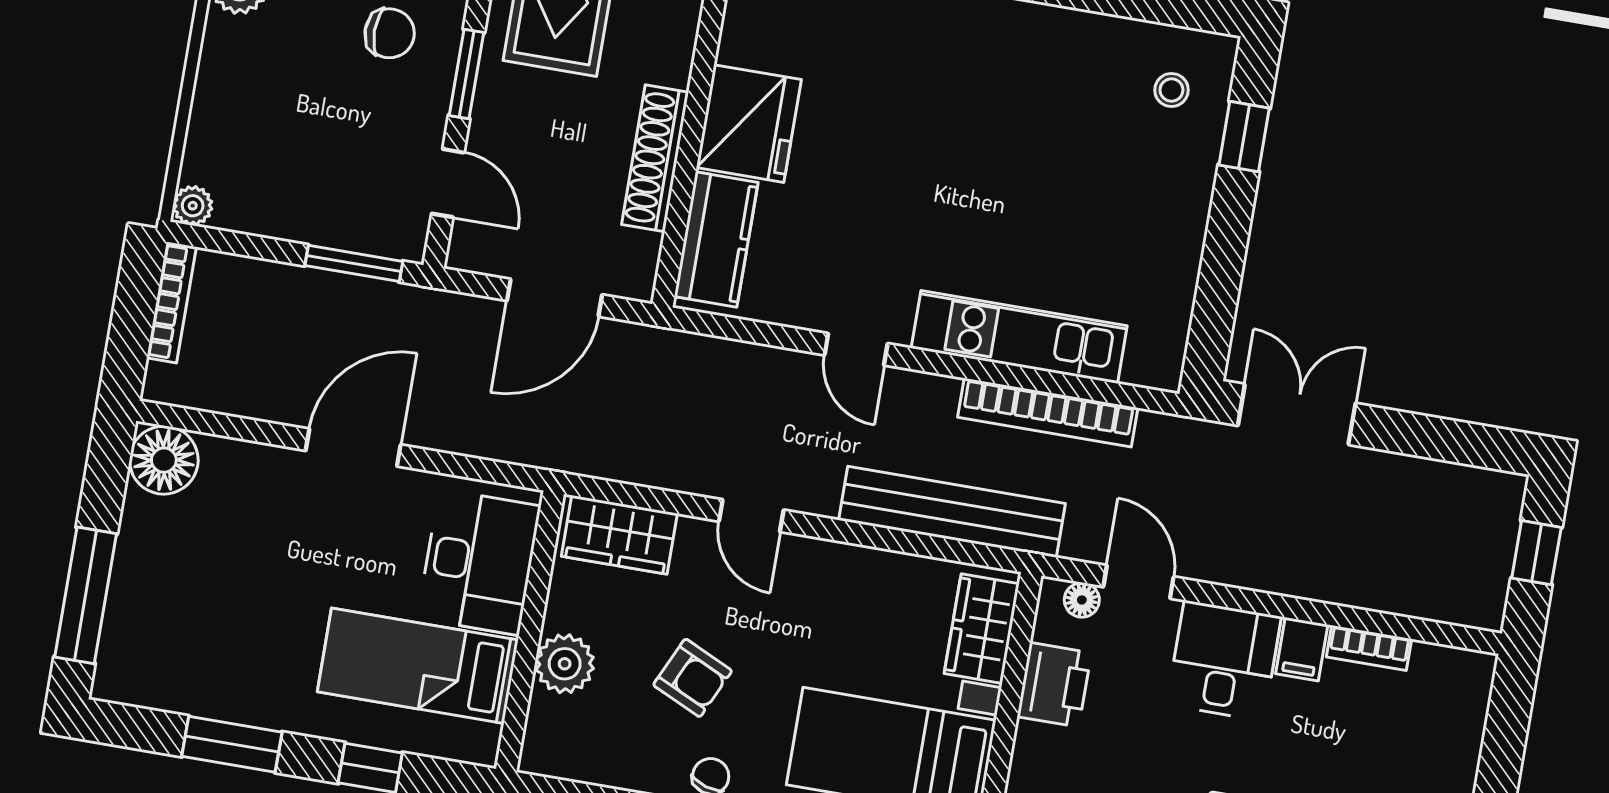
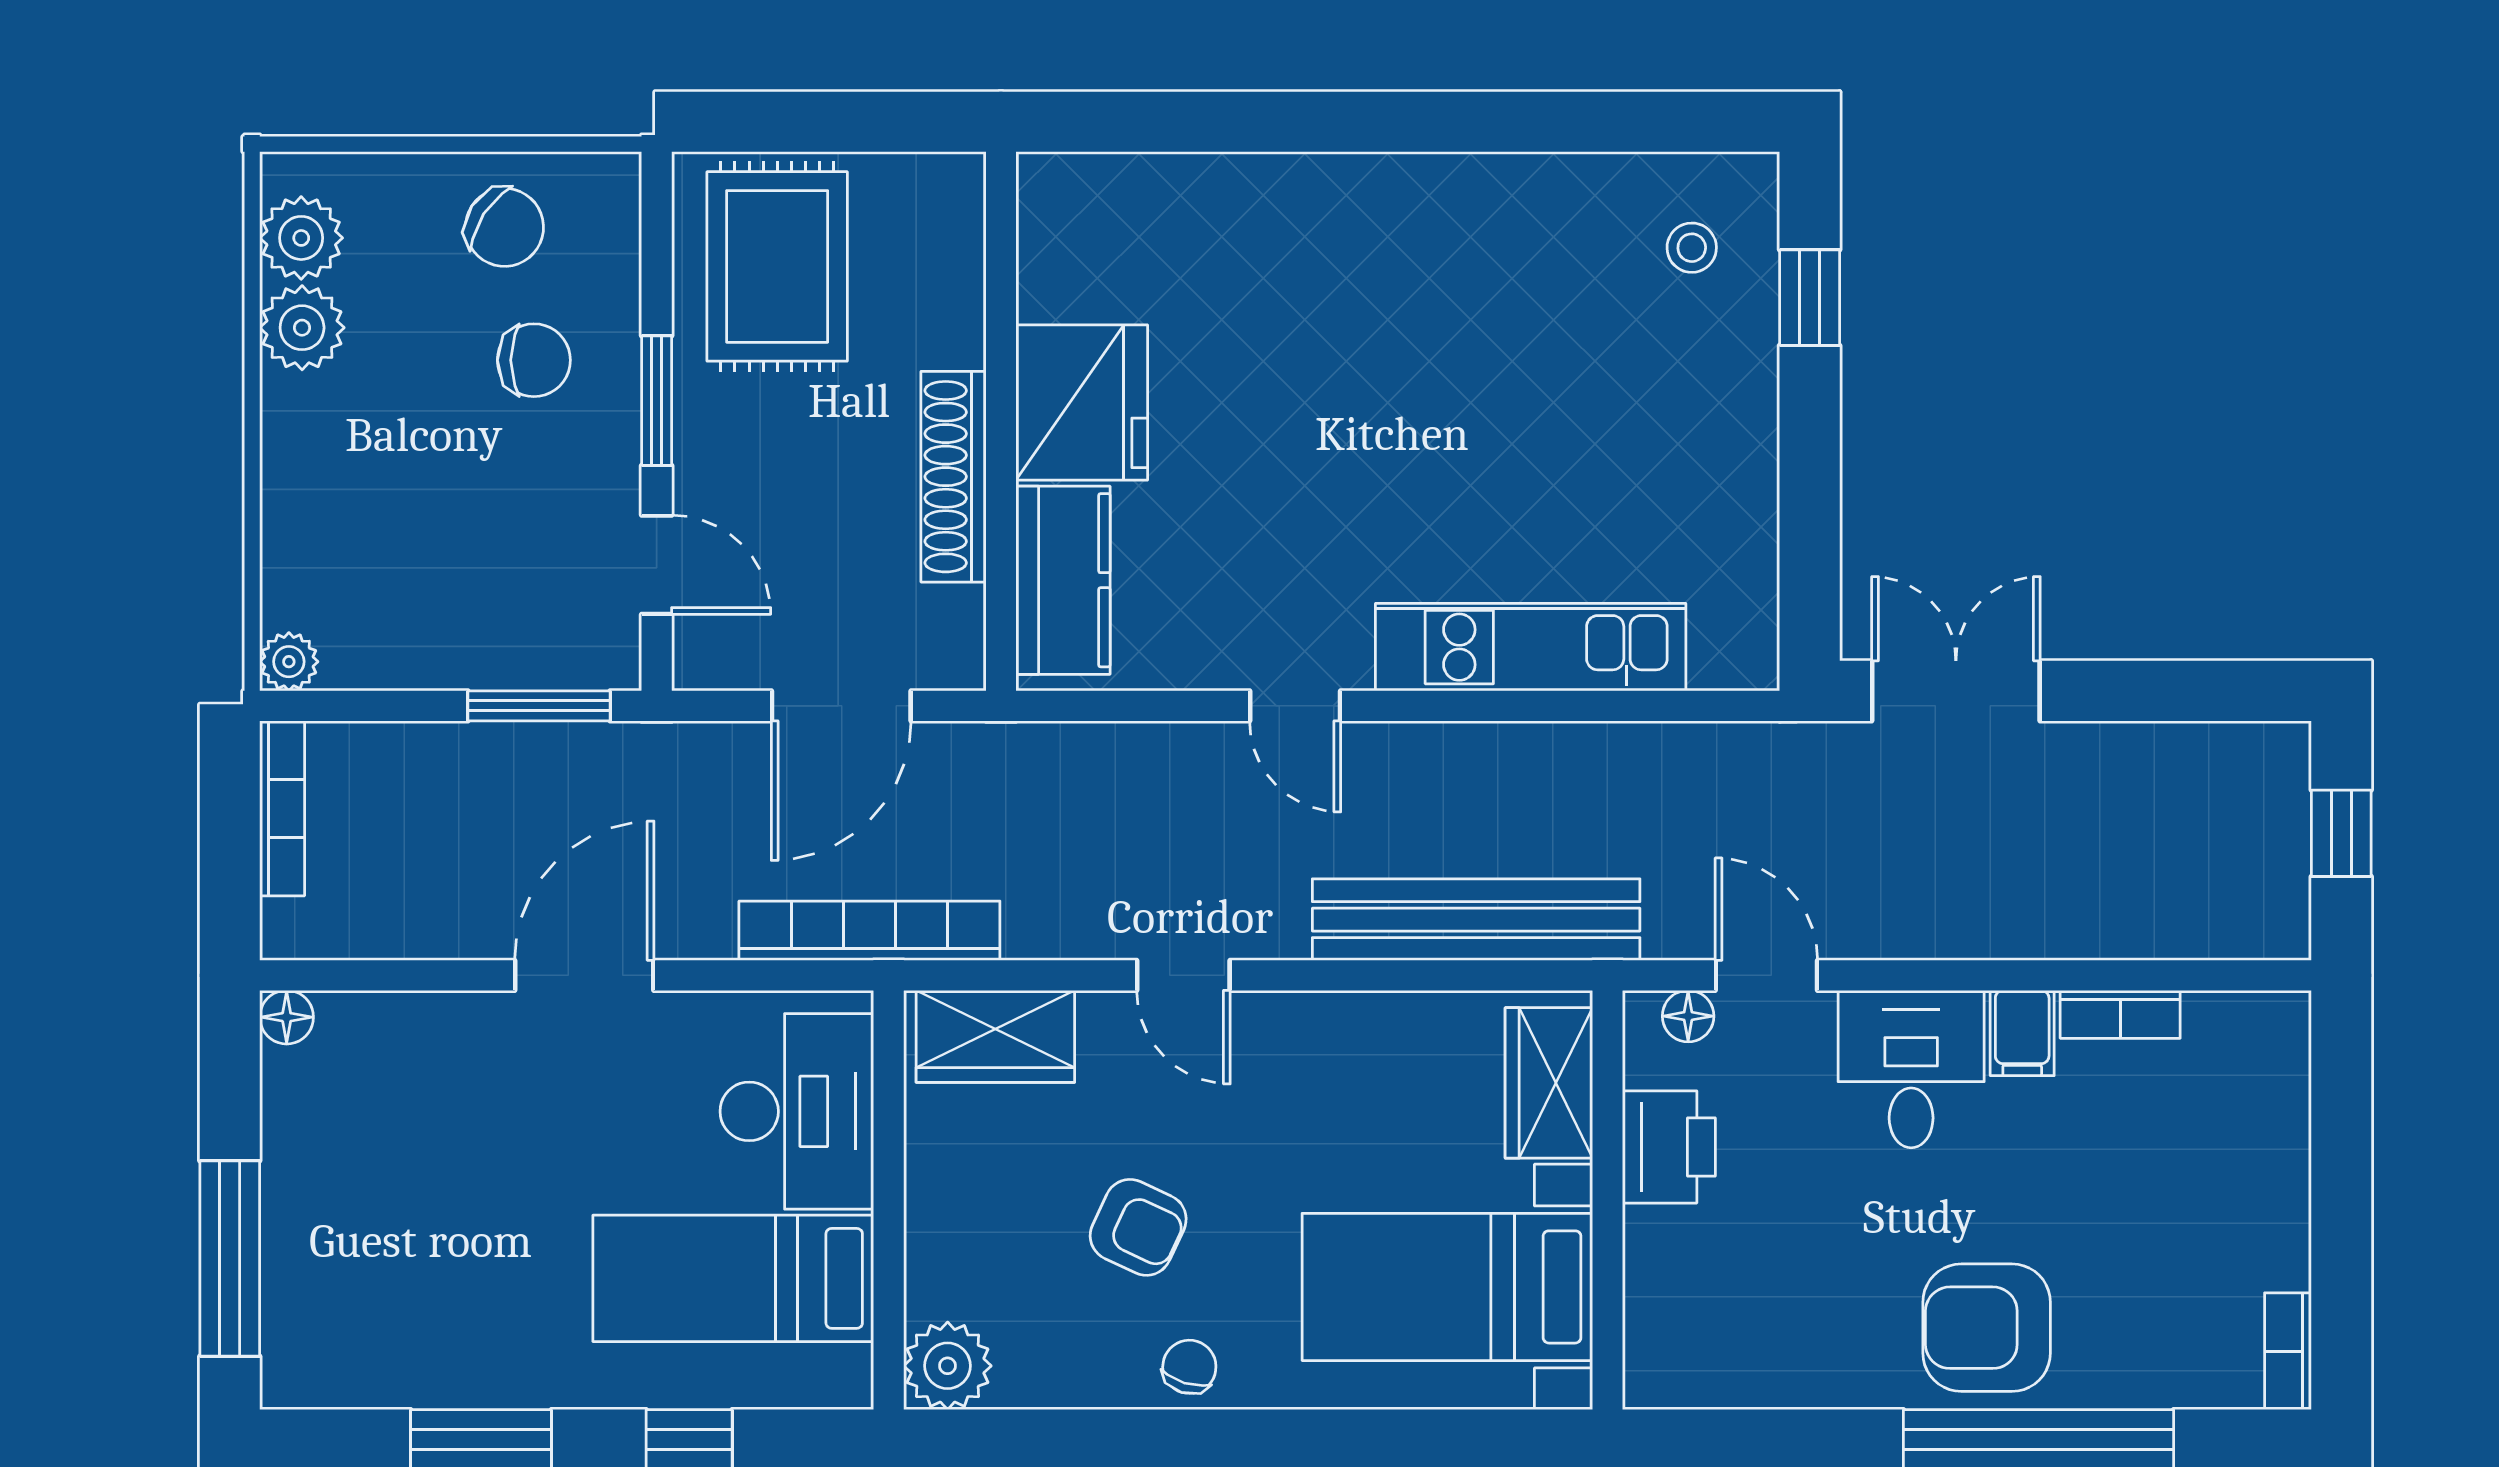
bookcase: (1048, 413) -> (869, 931), moved, turned 180
floor lamp: (164, 460) -> (287, 1017), width x0.53, depth x0.53
plant: (565, 664) -> (948, 1366), moved

